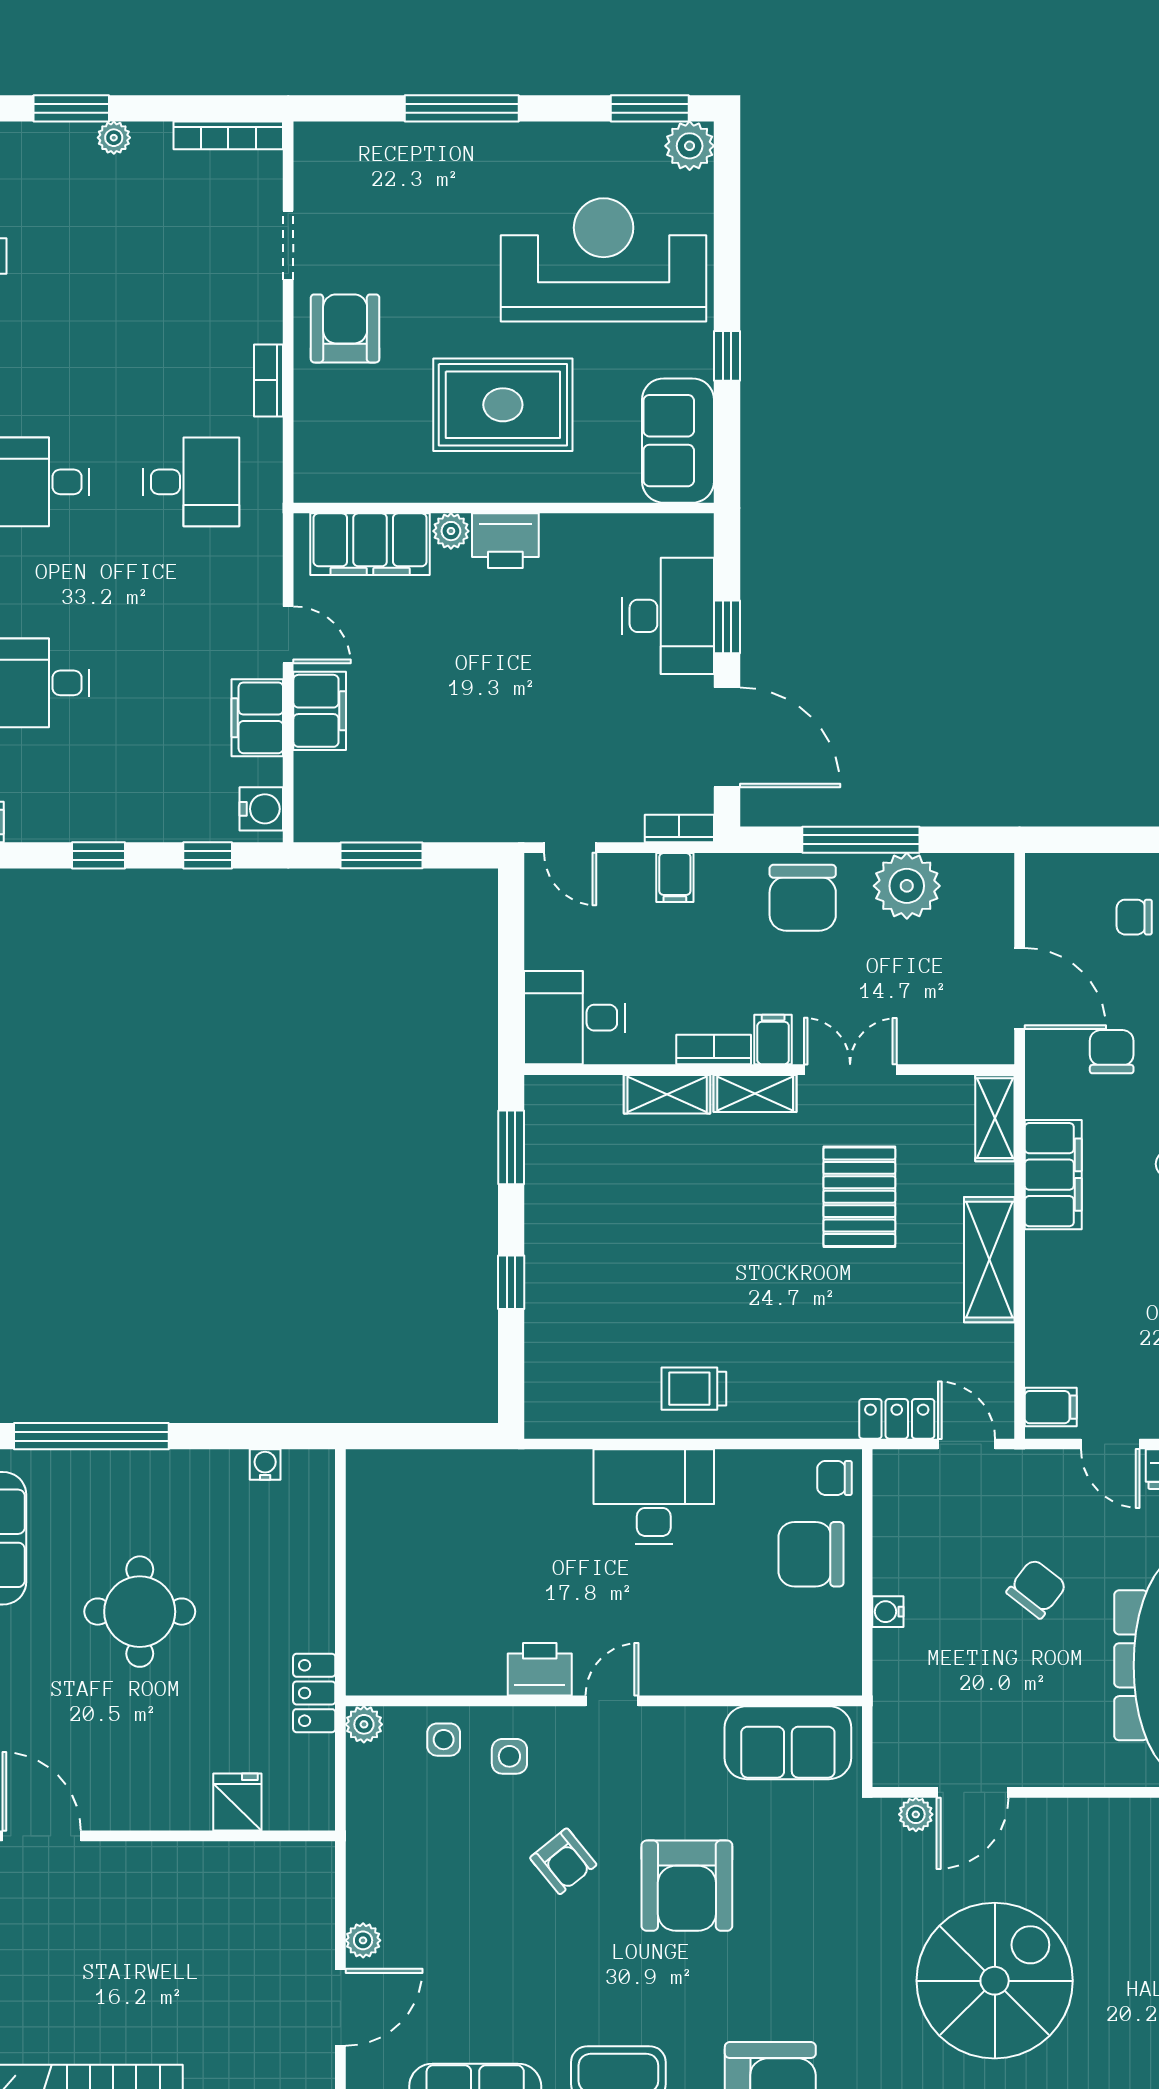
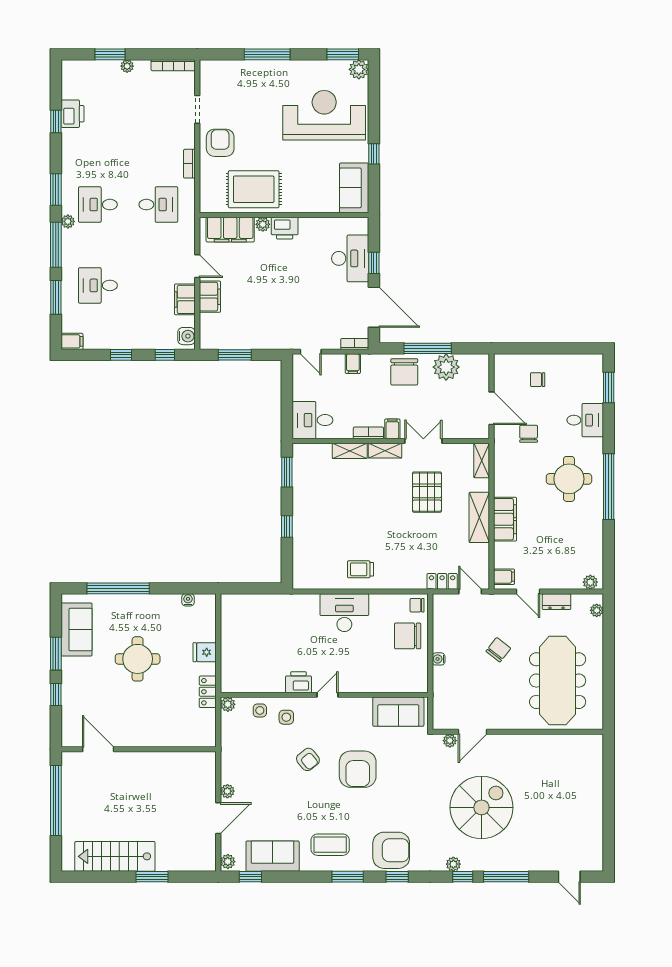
rug: (503, 405) -> (254, 189), moved
filing cabinet: (1053, 1175) -> (505, 519), moved
fridge: (237, 1802) -> (205, 652), moved, turned -90

